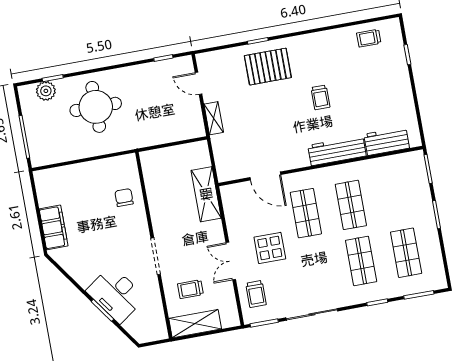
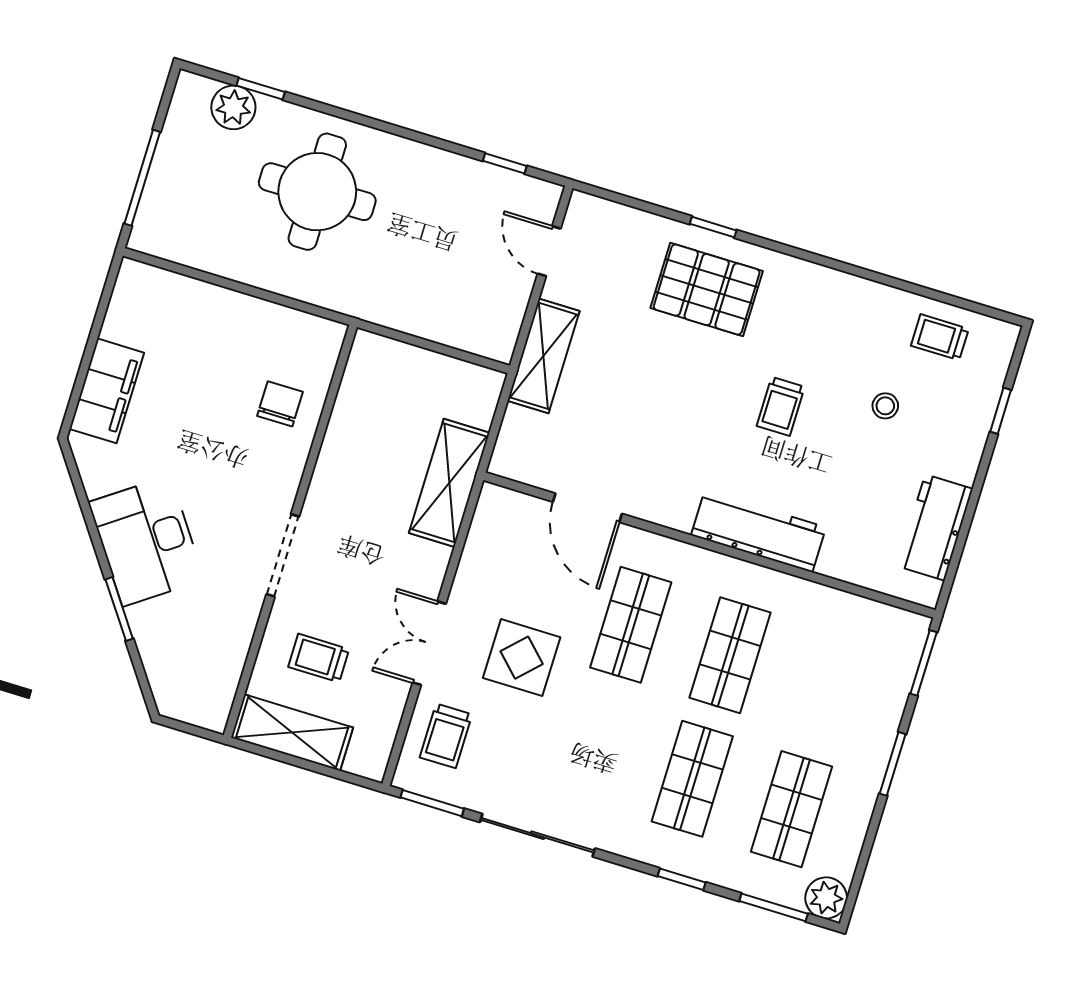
stool: (361, 76) -> (885, 406), added
shelving: (214, 118) -> (543, 356), width x1.50, depth x1.33
workbench: (387, 141) -> (935, 527), moved, turned -90
plant: (438, 281) -> (826, 898), added
desk: (116, 294) -> (146, 541), moved

